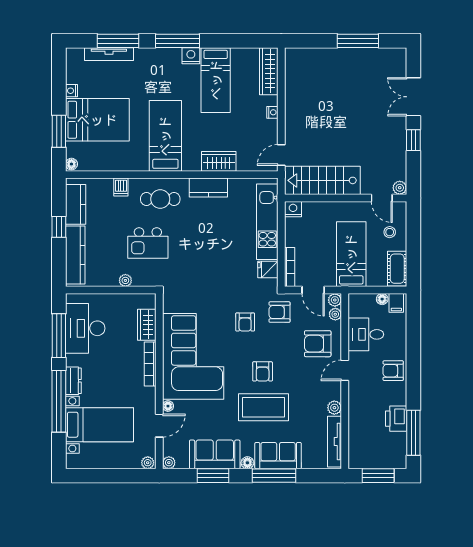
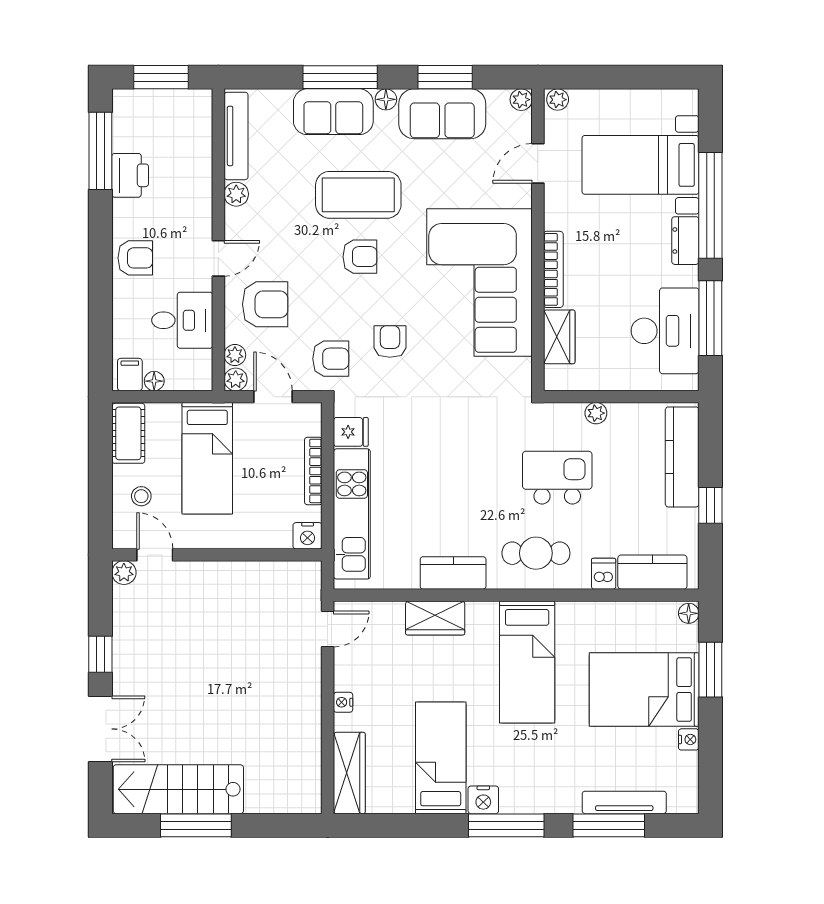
stairs: (322, 180) -> (178, 789), moved, turned 180
kitchen counter: (76, 204) -> (652, 572), moved, turned 90
bookcase: (290, 267) -> (313, 471), moved
armchair: (263, 371) -> (360, 257), turned 90
floor lamp: (168, 406) -> (523, 197), removed

